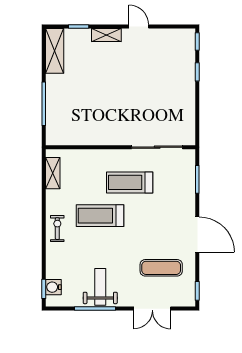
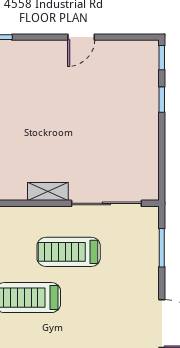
door: (139, 27) -> (81, 37), swing flipped
shelving: (106, 35) -> (48, 192), moved

